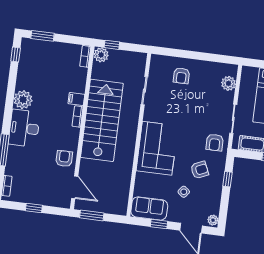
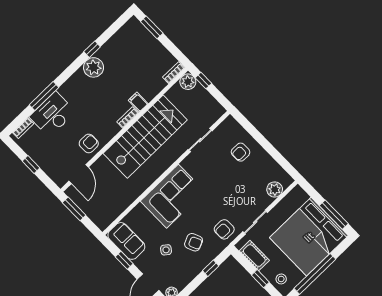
window: (16, 54) -> (92, 49), moved
desk: (24, 128) -> (53, 114), moved

